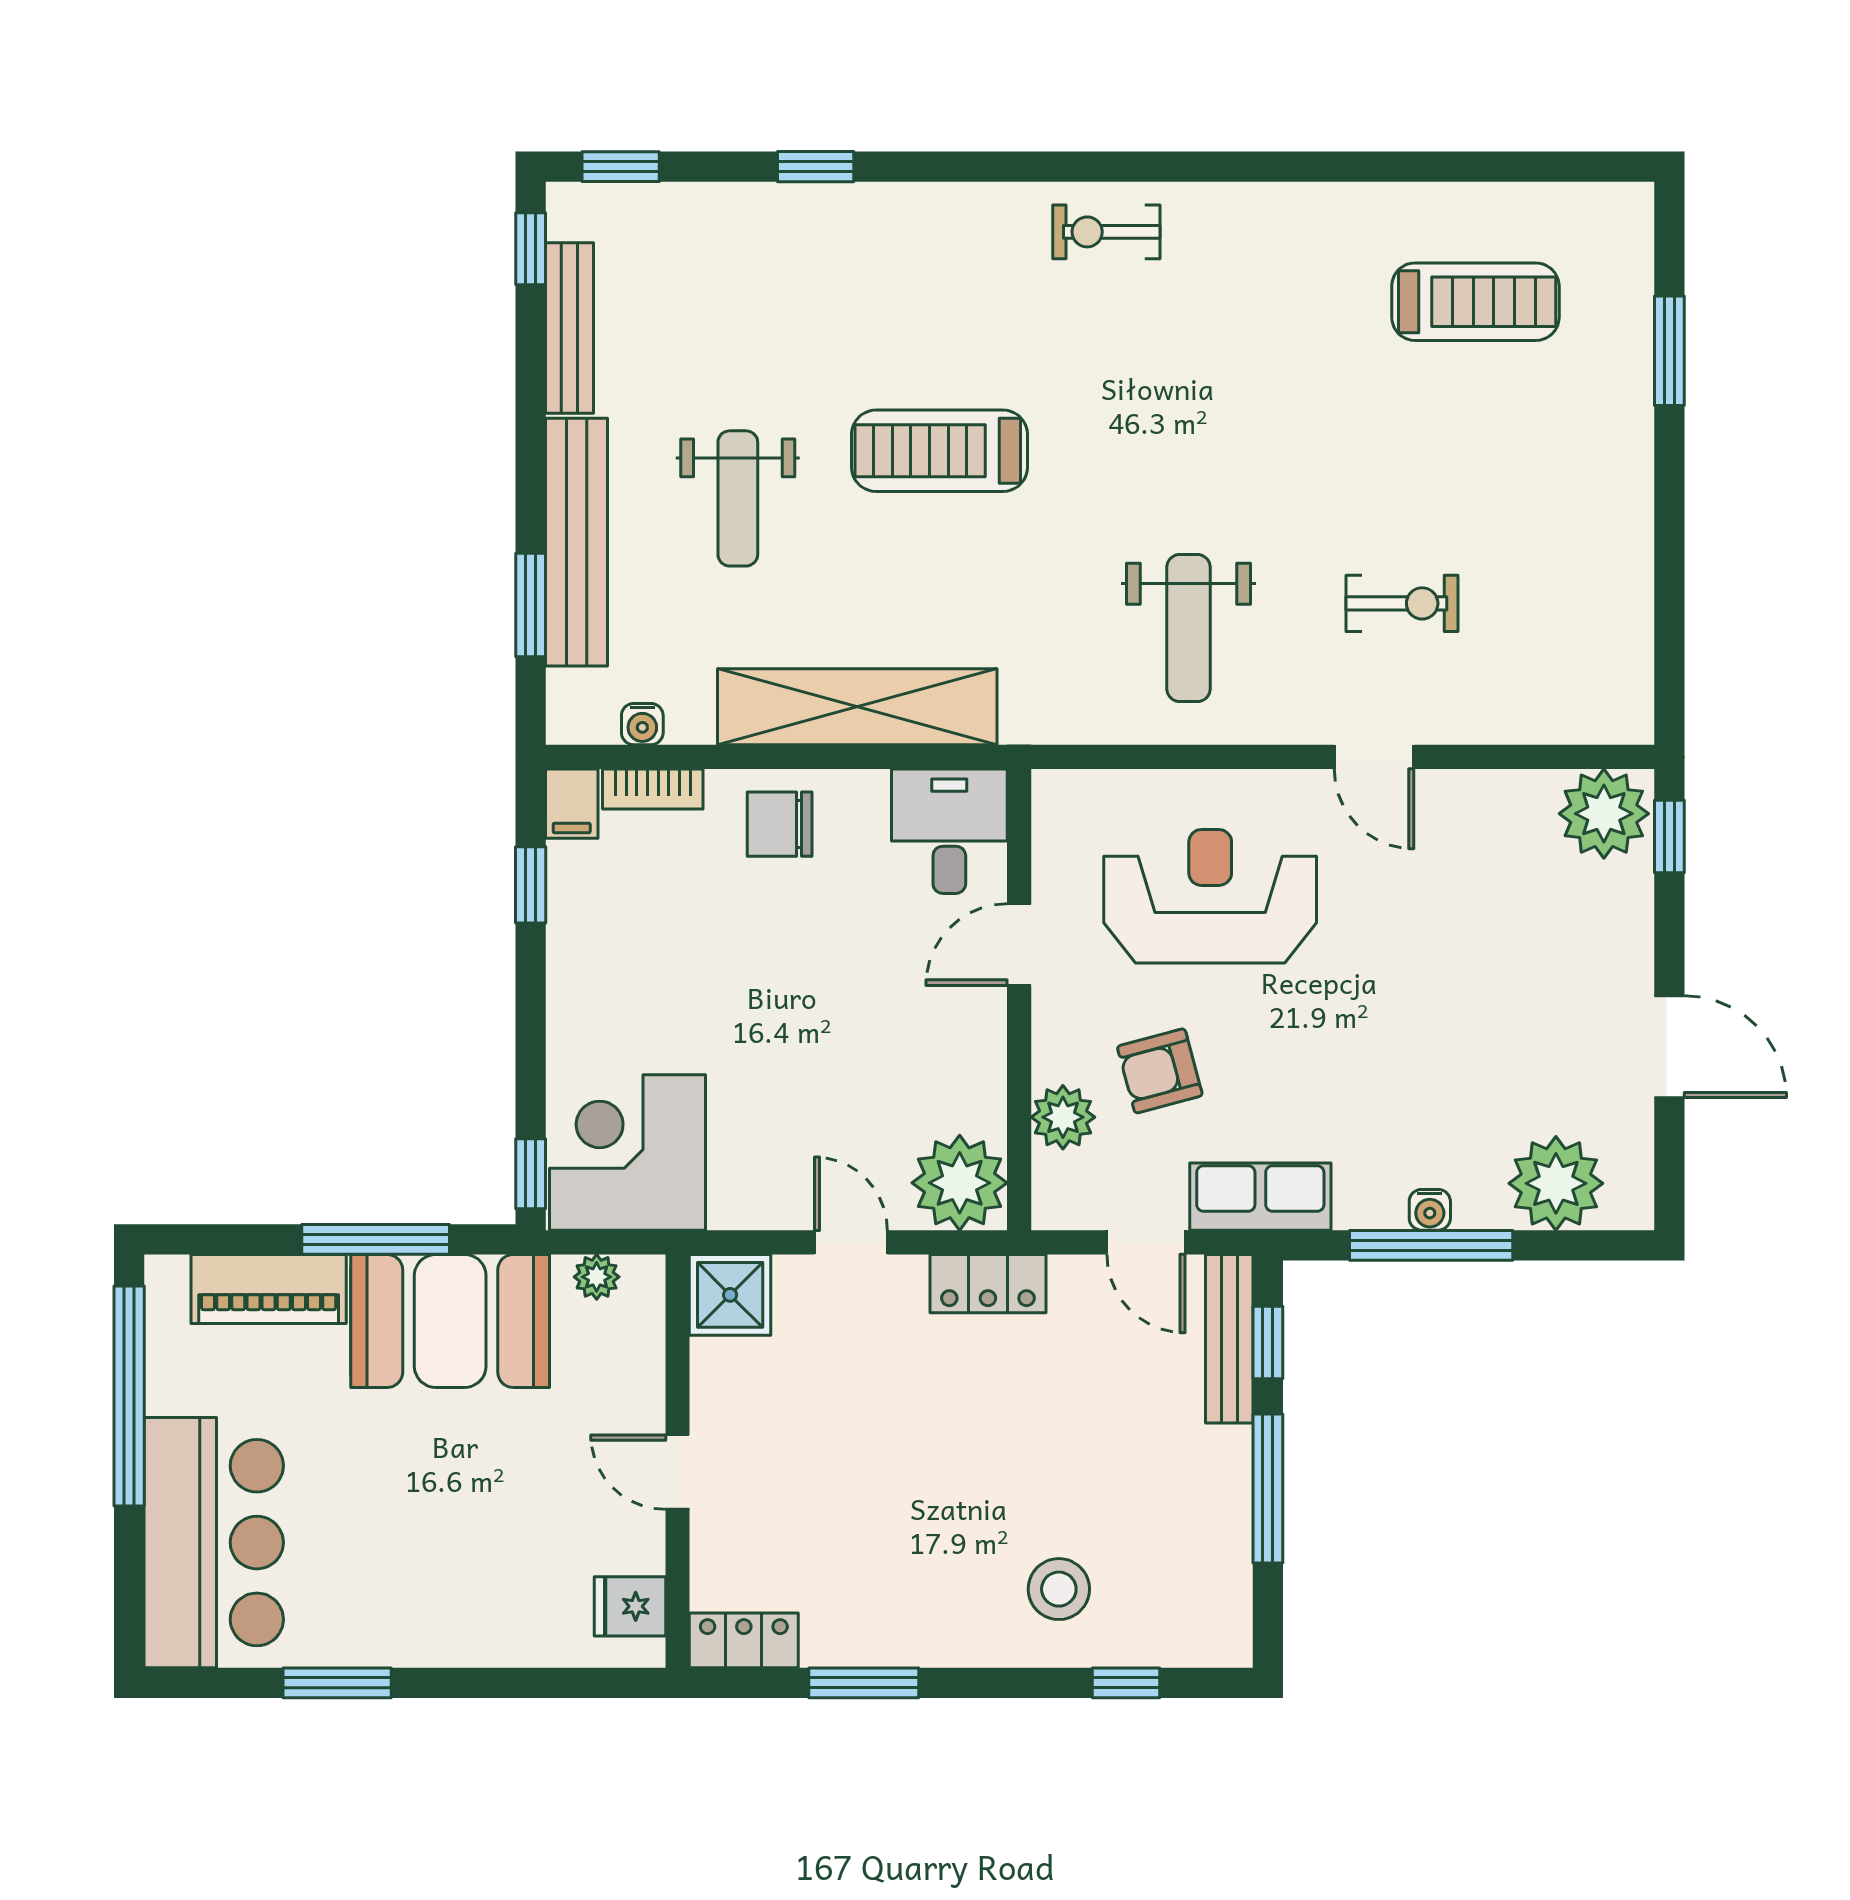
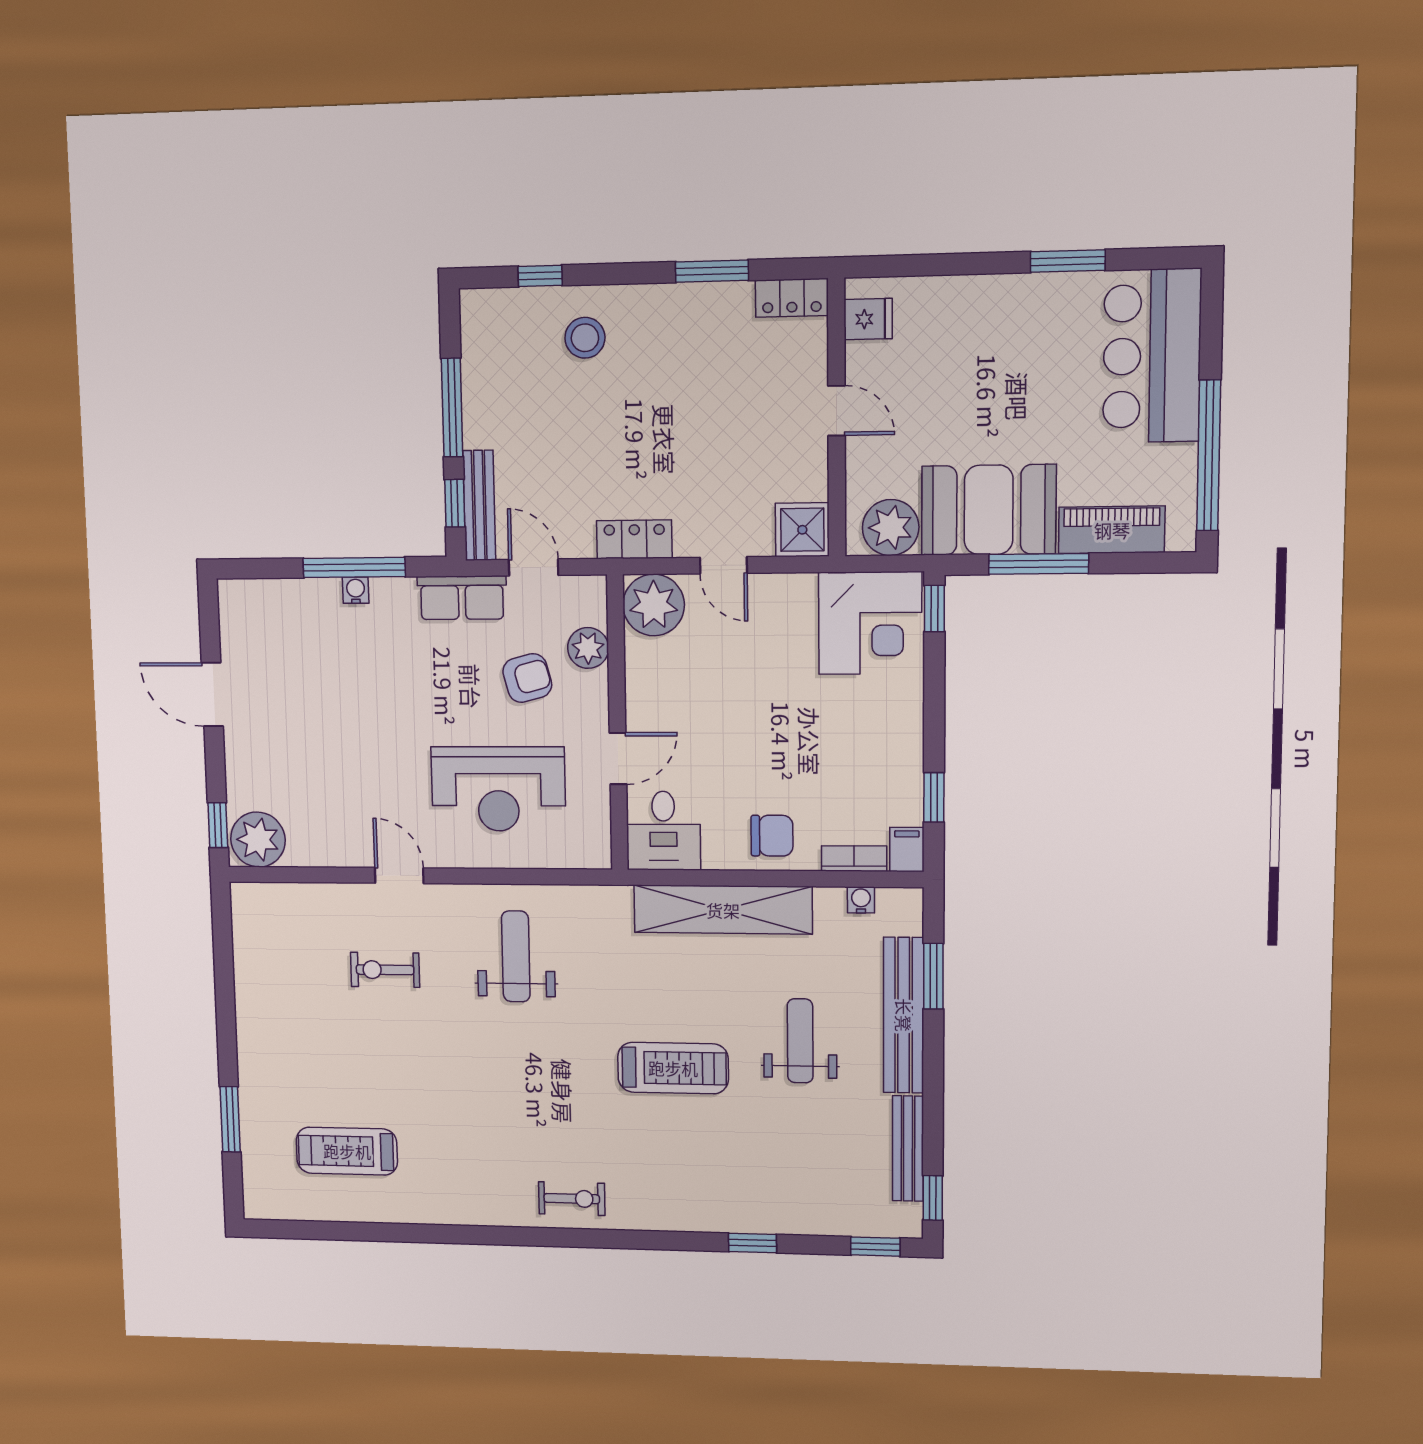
plant: (1556, 1183) -> (278, 608), removed
plant: (597, 1277) -> (891, 528), width x1.87, depth x1.87

